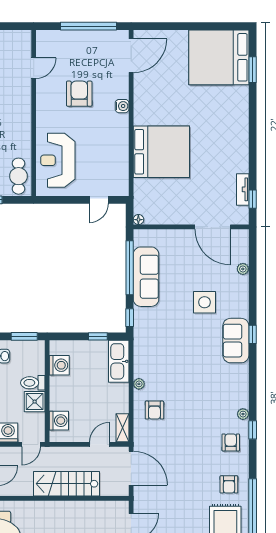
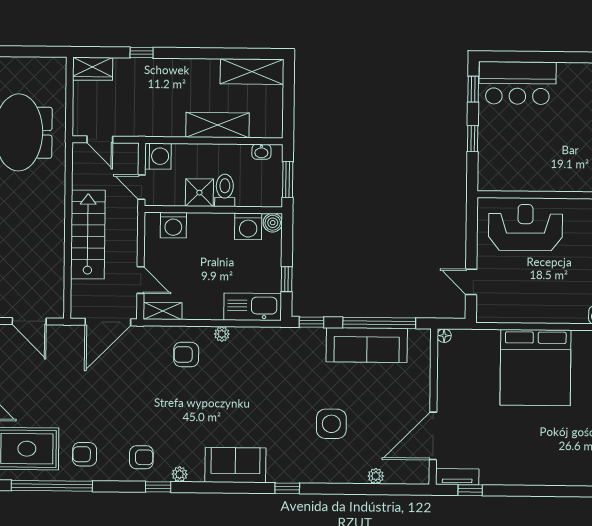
cafe table: (18, 176) -> (505, 174), removed
tv unit: (243, 189) -> (457, 477), moved
sofa: (236, 341) -> (235, 465), moved
boiler: (56, 347) -> (273, 223), added

